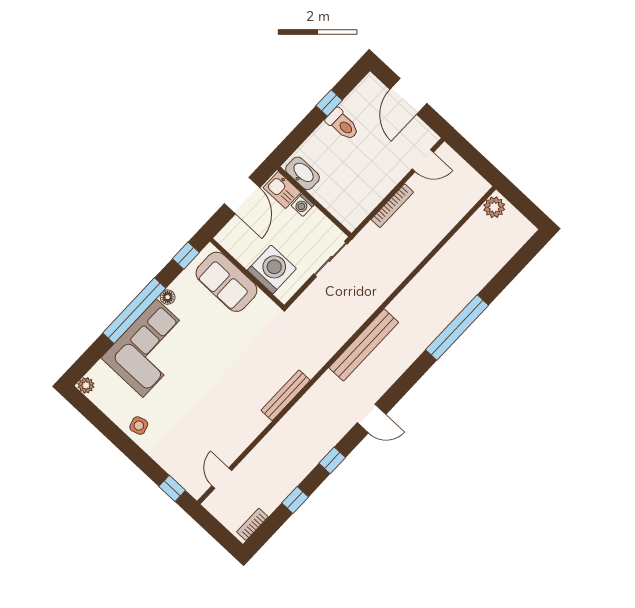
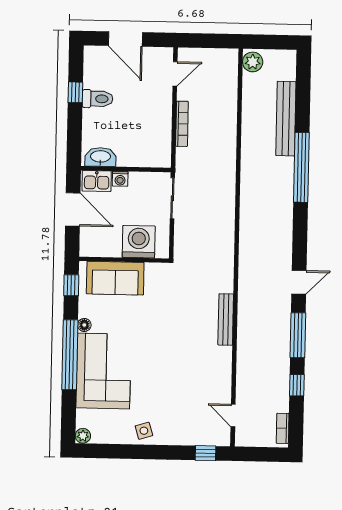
bench: (364, 345) -> (286, 119), moved
window: (332, 460) -> (298, 335), width x2.17

